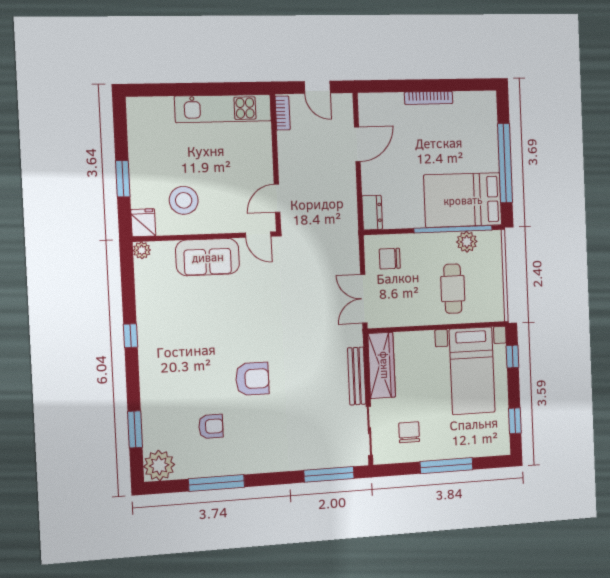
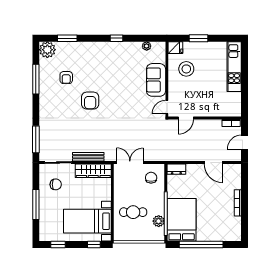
kitchen unit: (223, 109) -> (234, 67), moved
door: (277, 198) -> (186, 118), swing flipped
plant: (142, 250) -> (147, 46), moved

